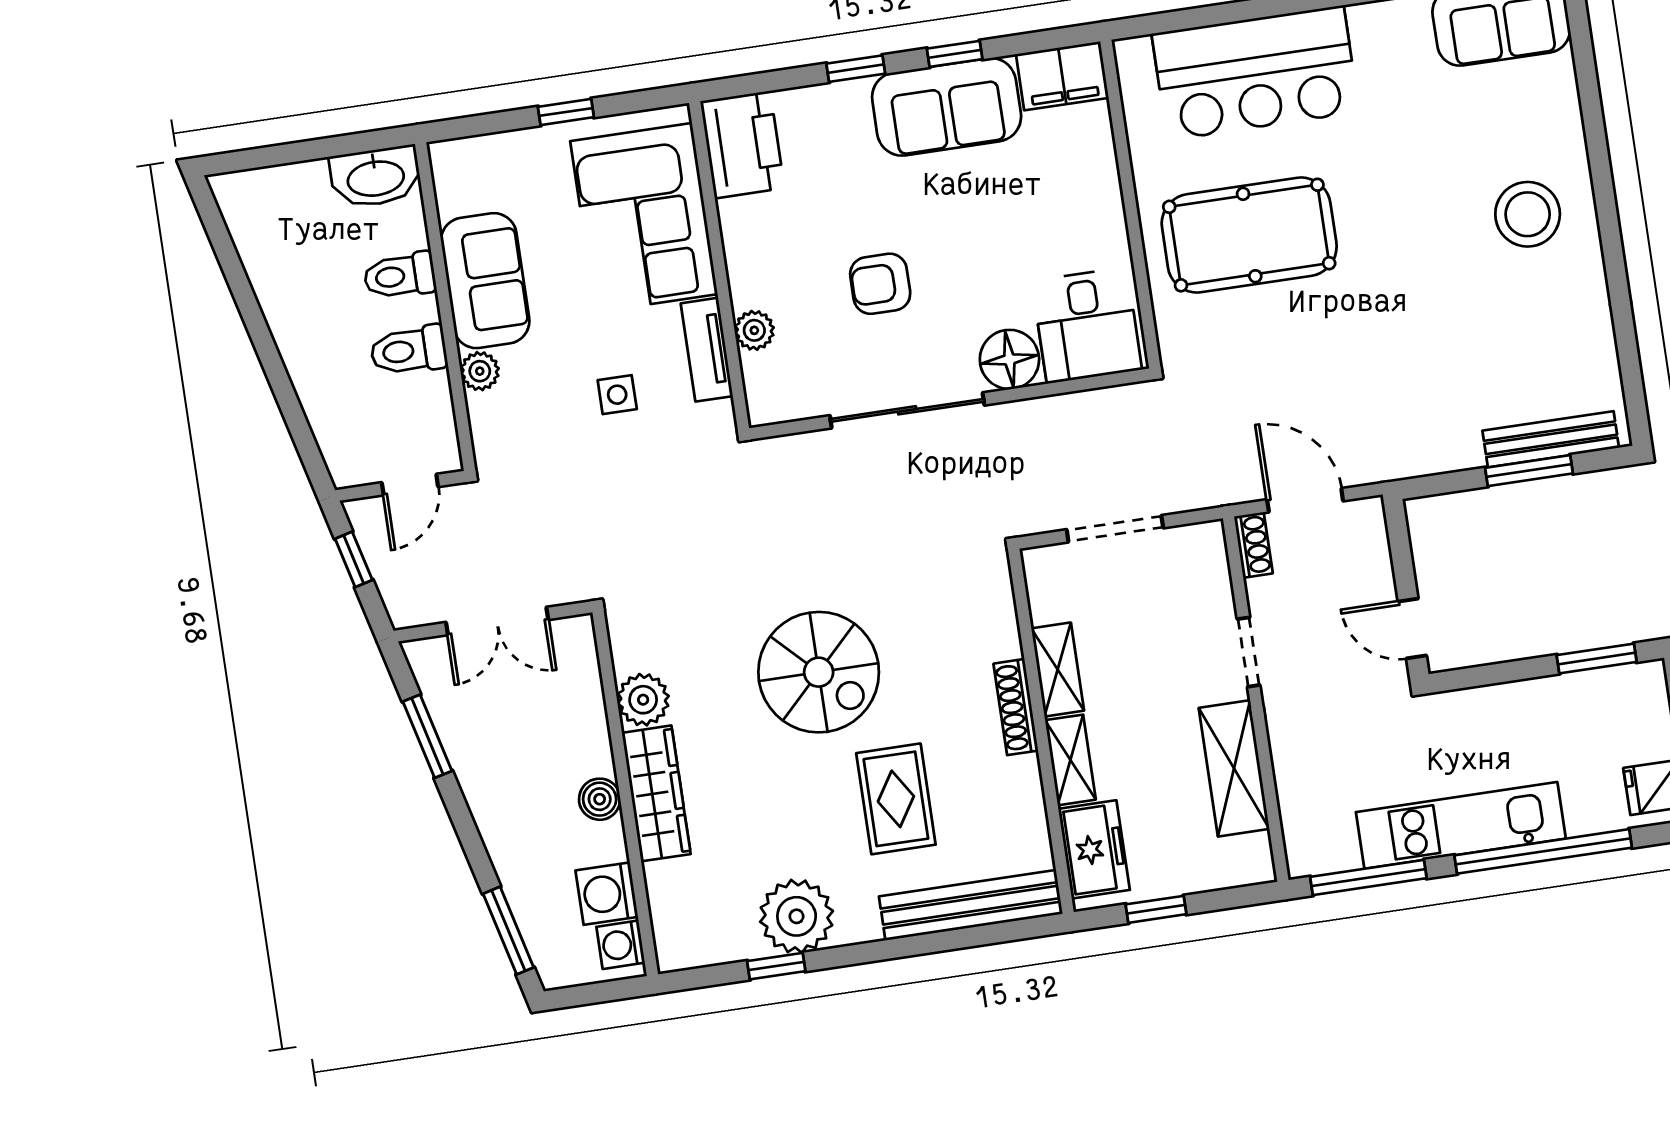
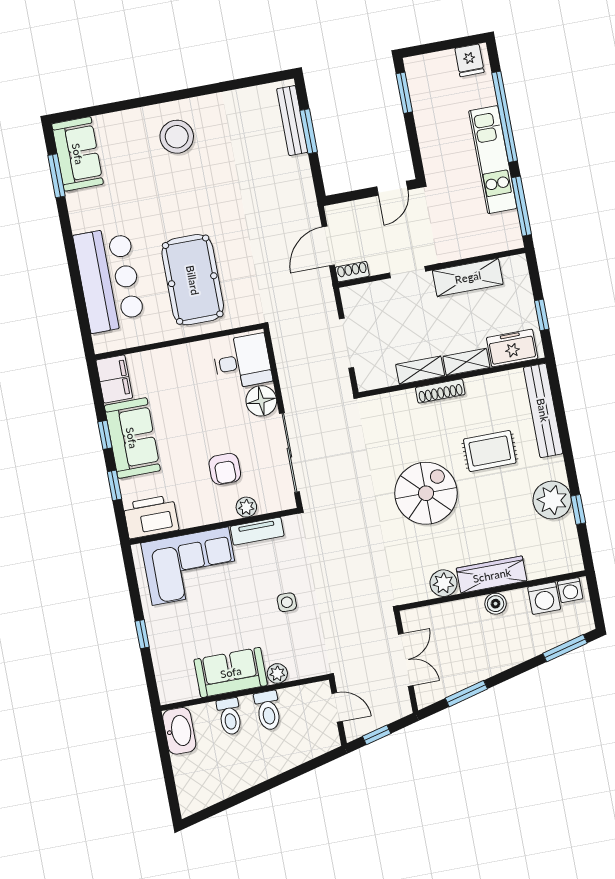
printer: (742, 145) -> (151, 517), moved
corner sofa: (644, 218) -> (190, 566), moved
wall: (719, 266) -> (214, 526), moved
plant: (754, 330) -> (246, 507), moved
tv unit: (707, 350) -> (257, 531), moved

